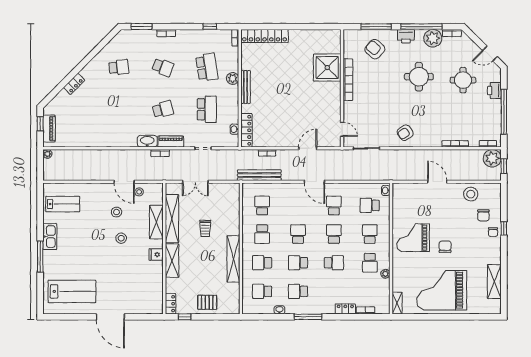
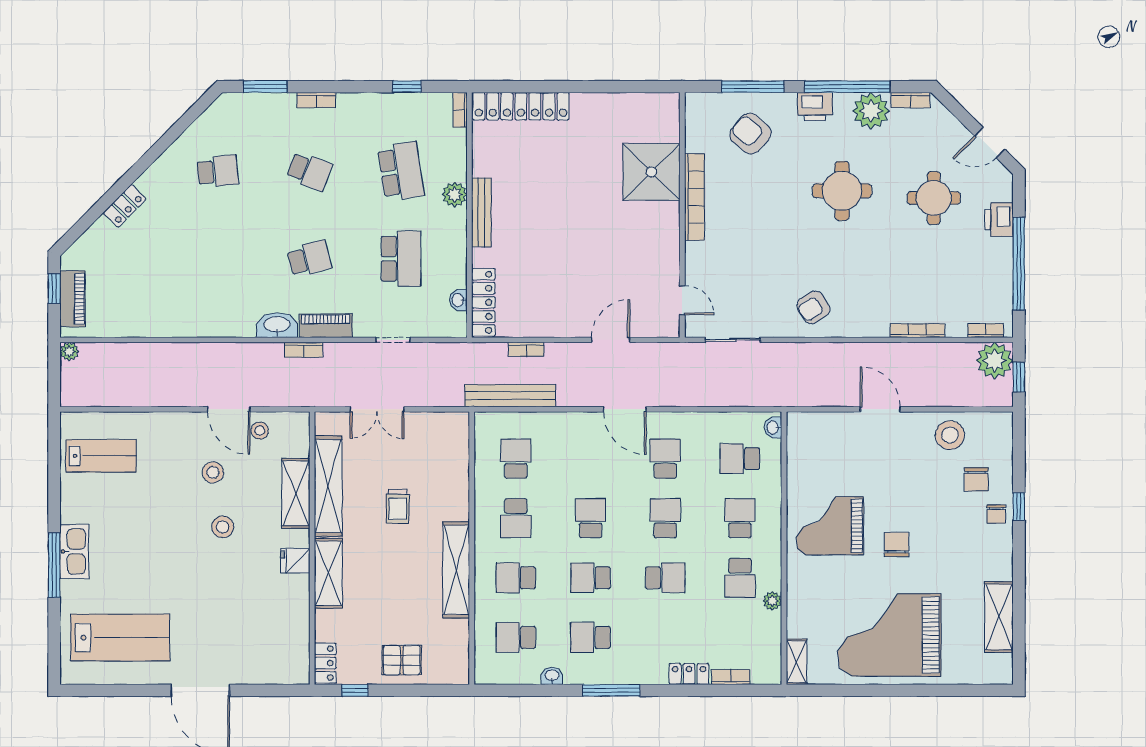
kitchen sink: (50, 237) -> (74, 551), moved

